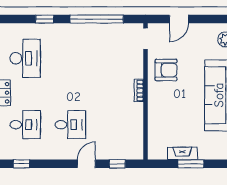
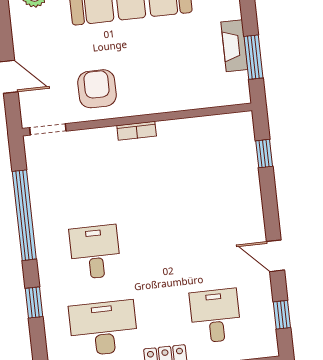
desk: (70, 125) -> (95, 252), moved
door: (86, 164) -> (275, 256), moved
window: (191, 164) -> (253, 57), moved

